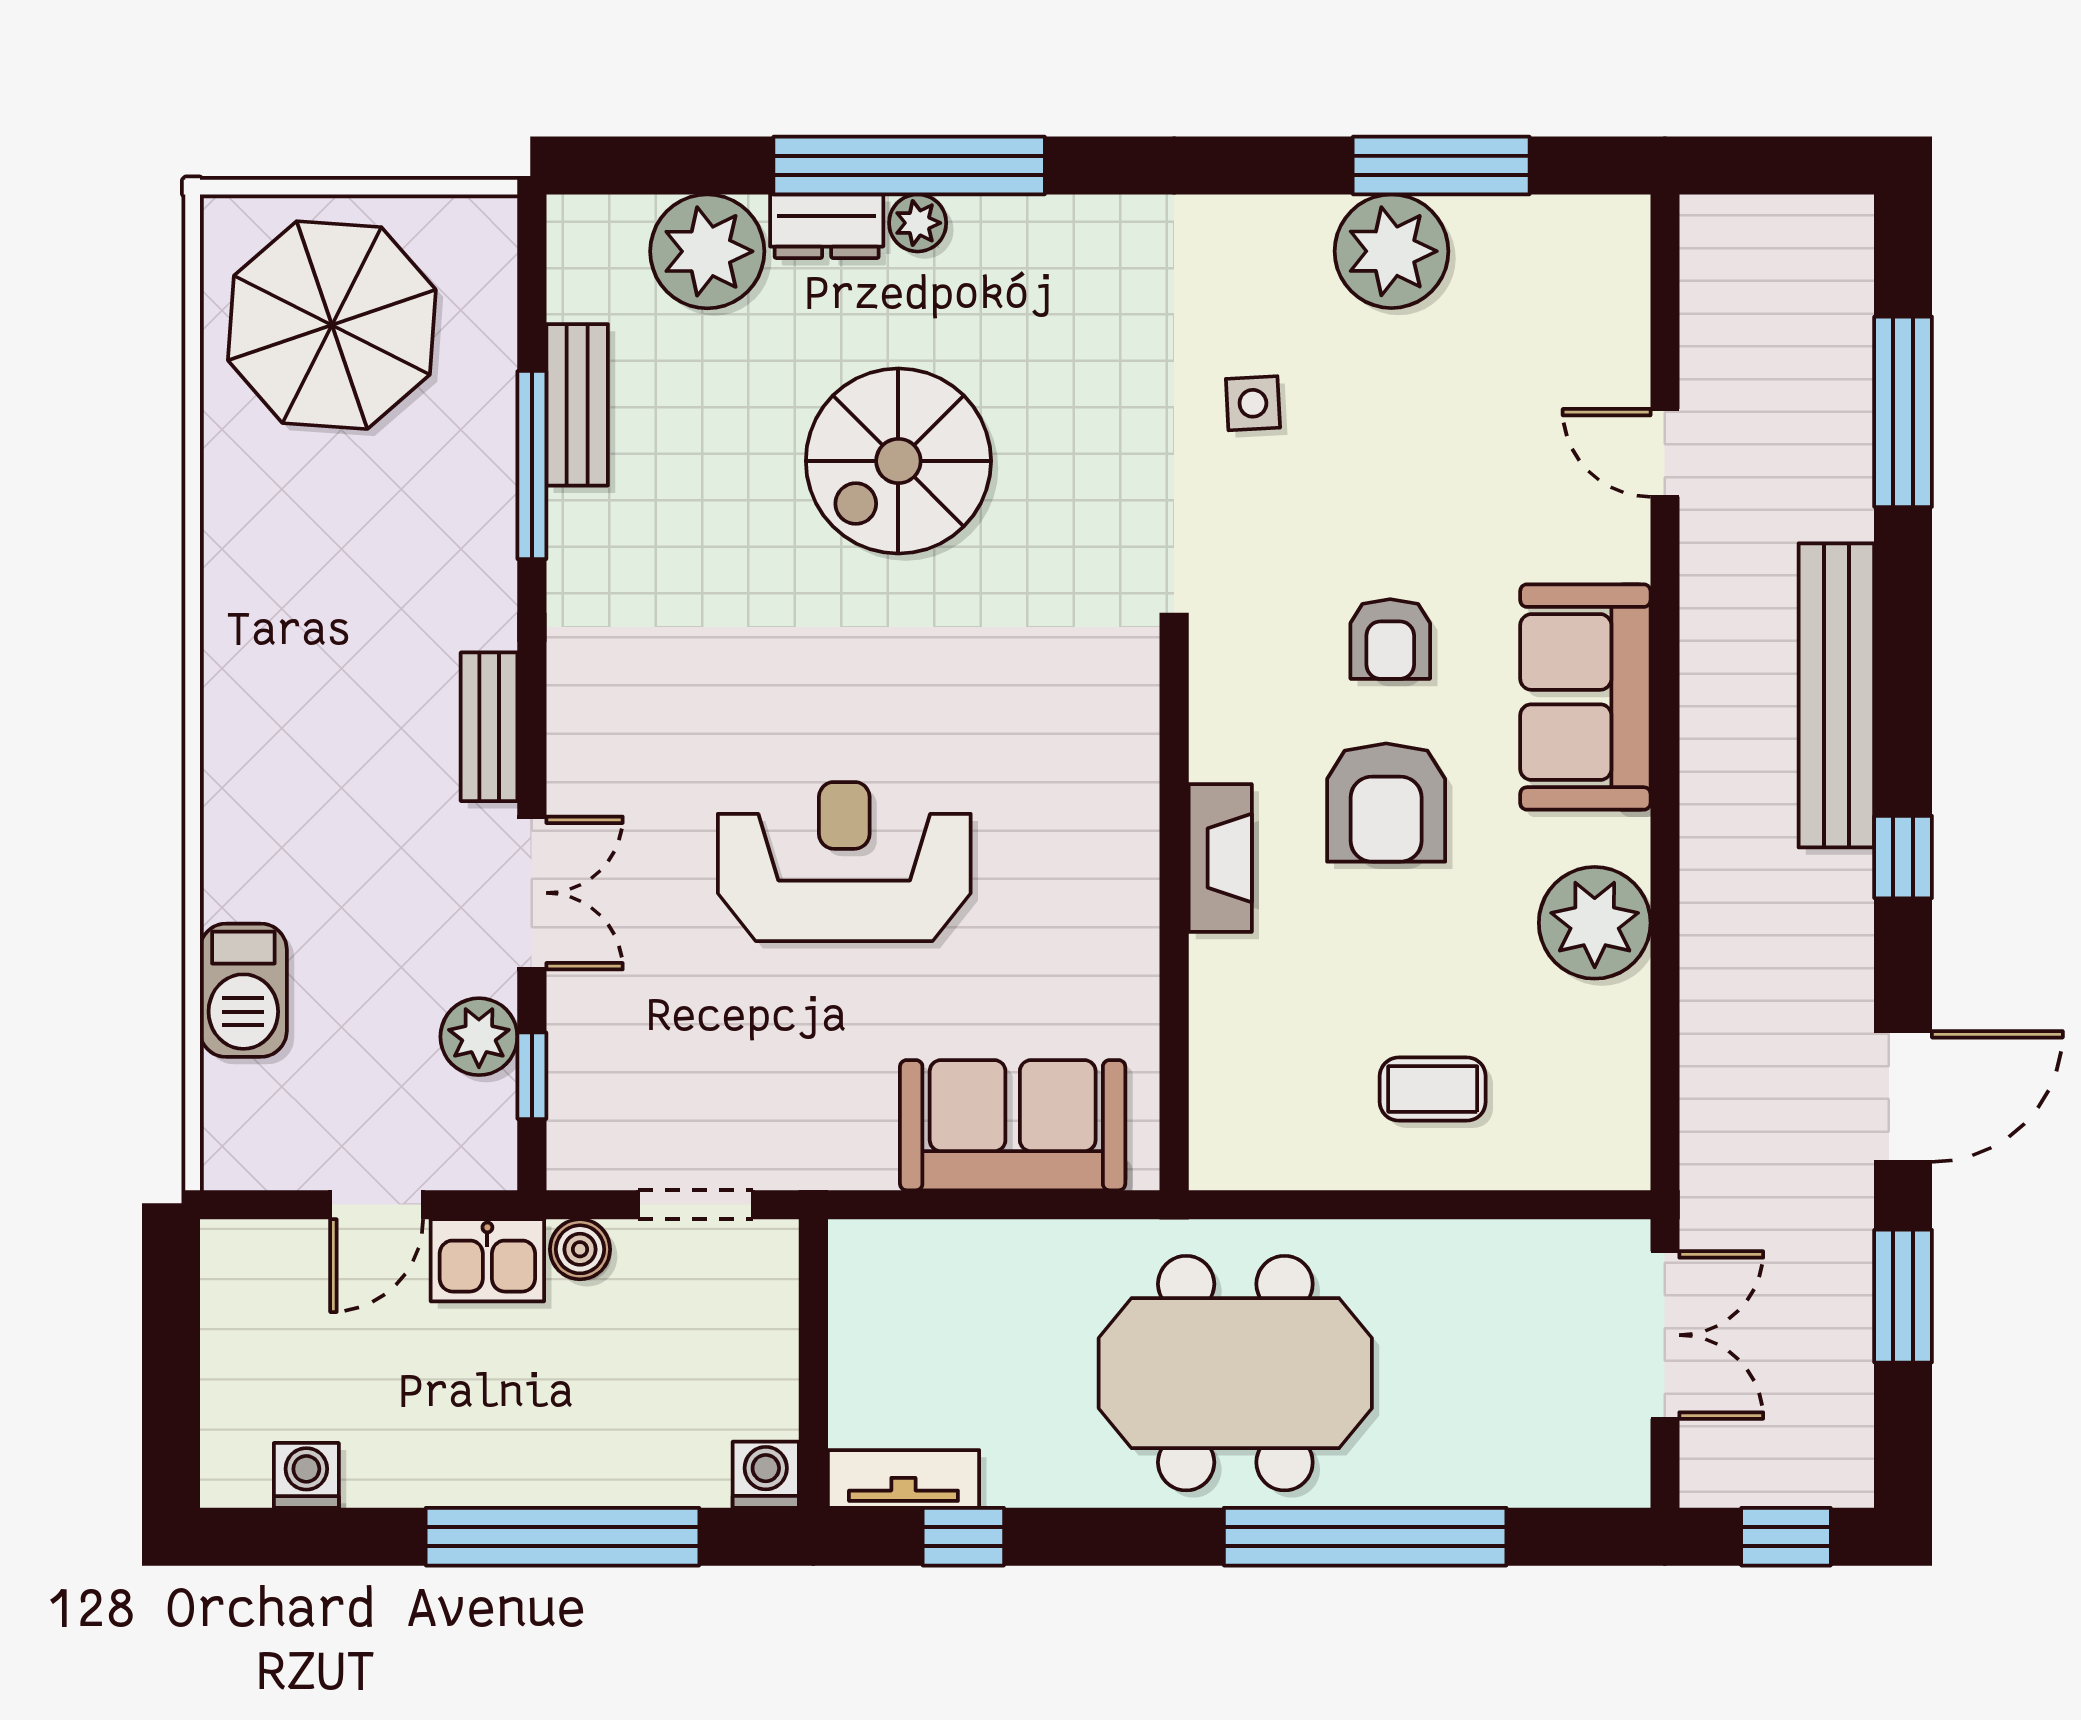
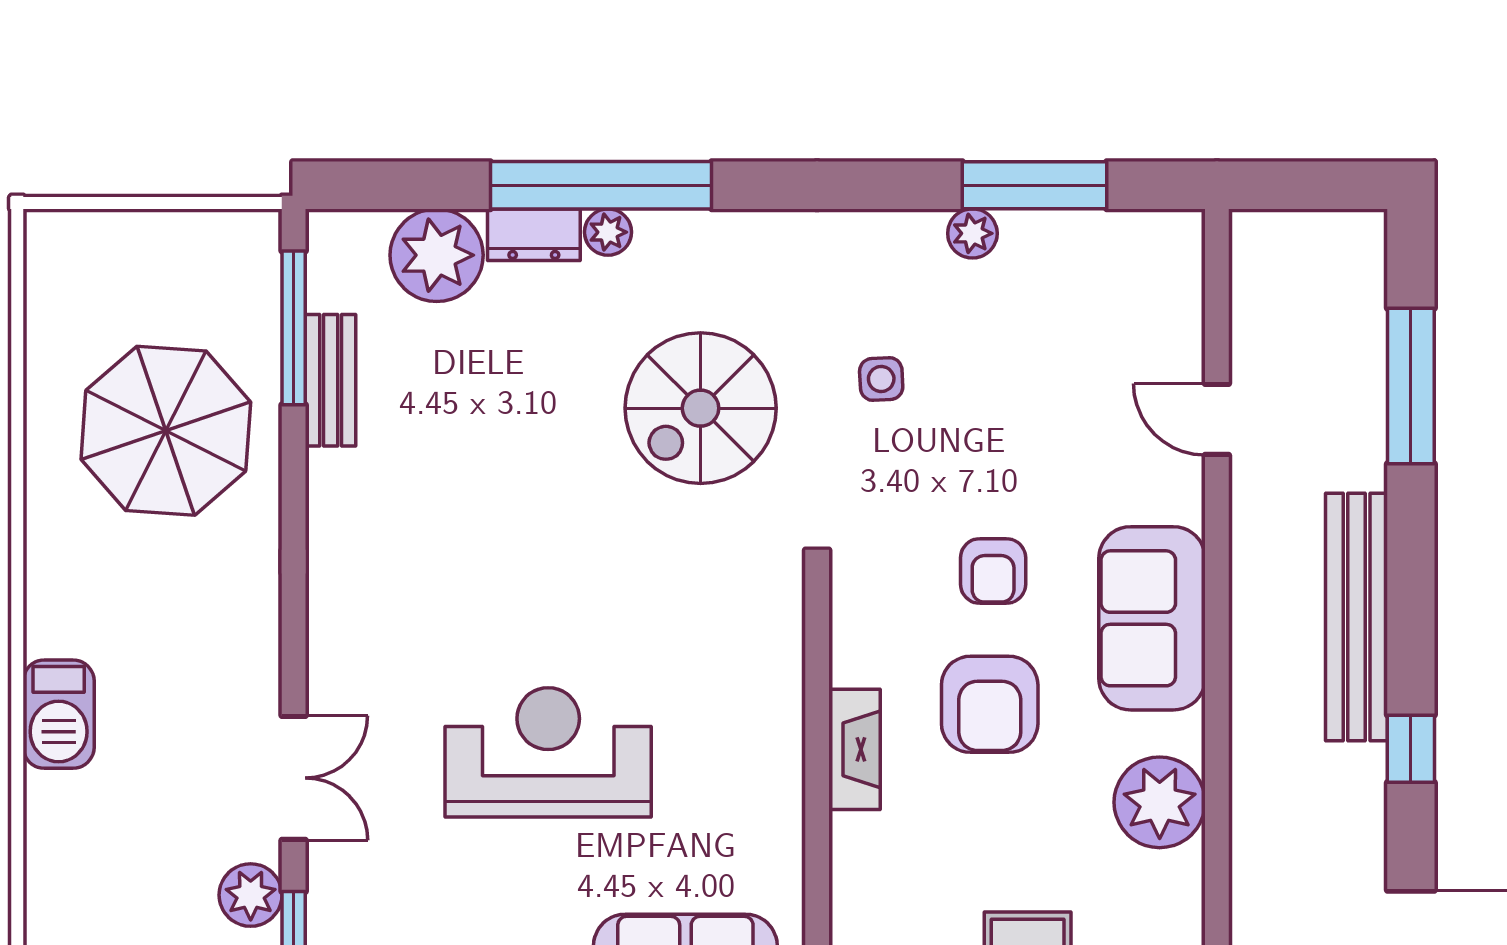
plant: (1391, 251) -> (972, 233), width x0.53, depth x0.53
parasol: (332, 325) -> (166, 431), moved
spiral stairs: (898, 461) -> (701, 408), moved
window: (532, 465) -> (294, 328), moved
bench: (489, 727) -> (259, 643), removed
barbecue: (243, 990) -> (59, 714), moved

